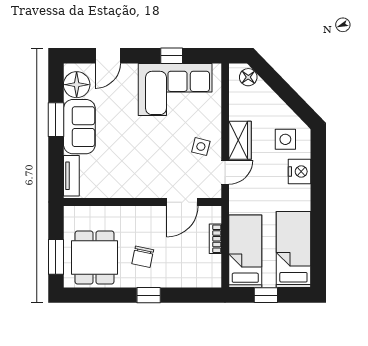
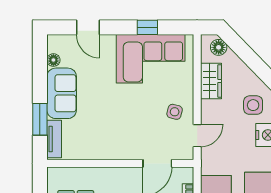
door: (108, 56) -> (88, 27), hinge flipped
floor lamp: (77, 85) -> (53, 60), width x0.53, depth x0.53
window: (56, 120) -> (40, 119), moved
wardrobe: (240, 140) -> (211, 81), moved

